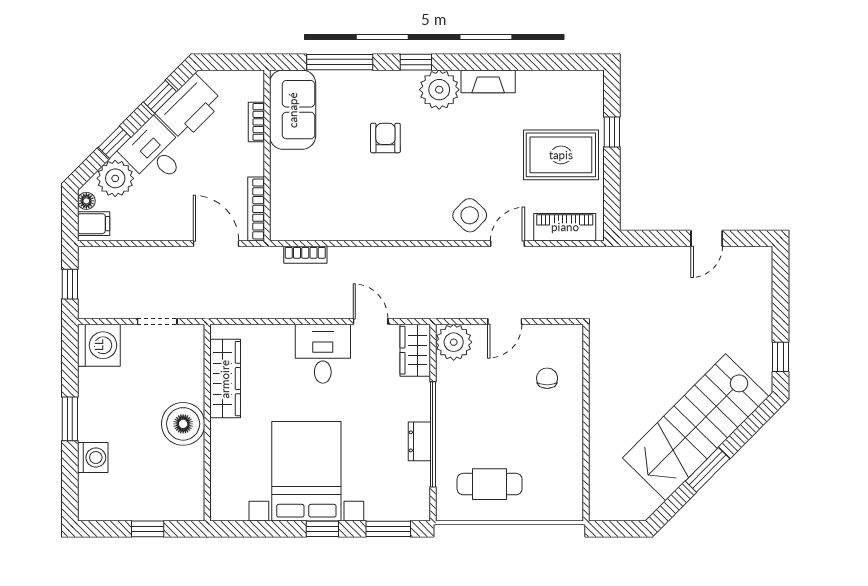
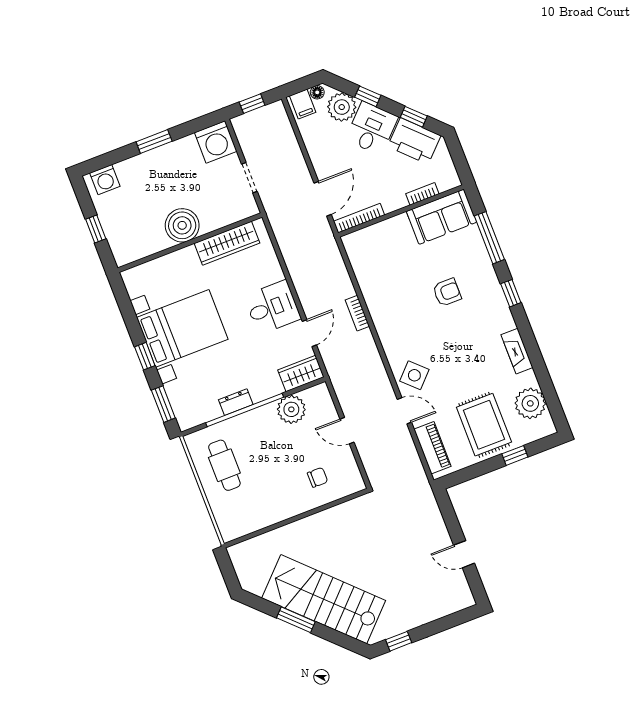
plant: (439, 90) -> (530, 403), moved
bookcase: (305, 255) -> (357, 313), moved
plant: (454, 342) -> (291, 409), moved
washing machine: (93, 458) -> (105, 180), moved

